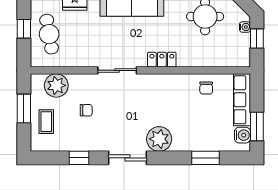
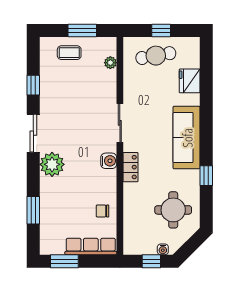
plant: (56, 85) -> (110, 63), width x0.53, depth x0.53
chair: (86, 110) -> (80, 92), removed
water cooler: (242, 135) -> (109, 161), moved, turned -90

